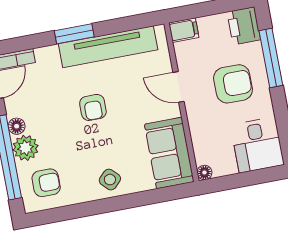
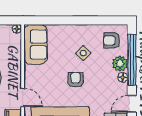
door: (179, 87) -> (23, 97), moved
side table: (110, 180) -> (83, 53), moved

